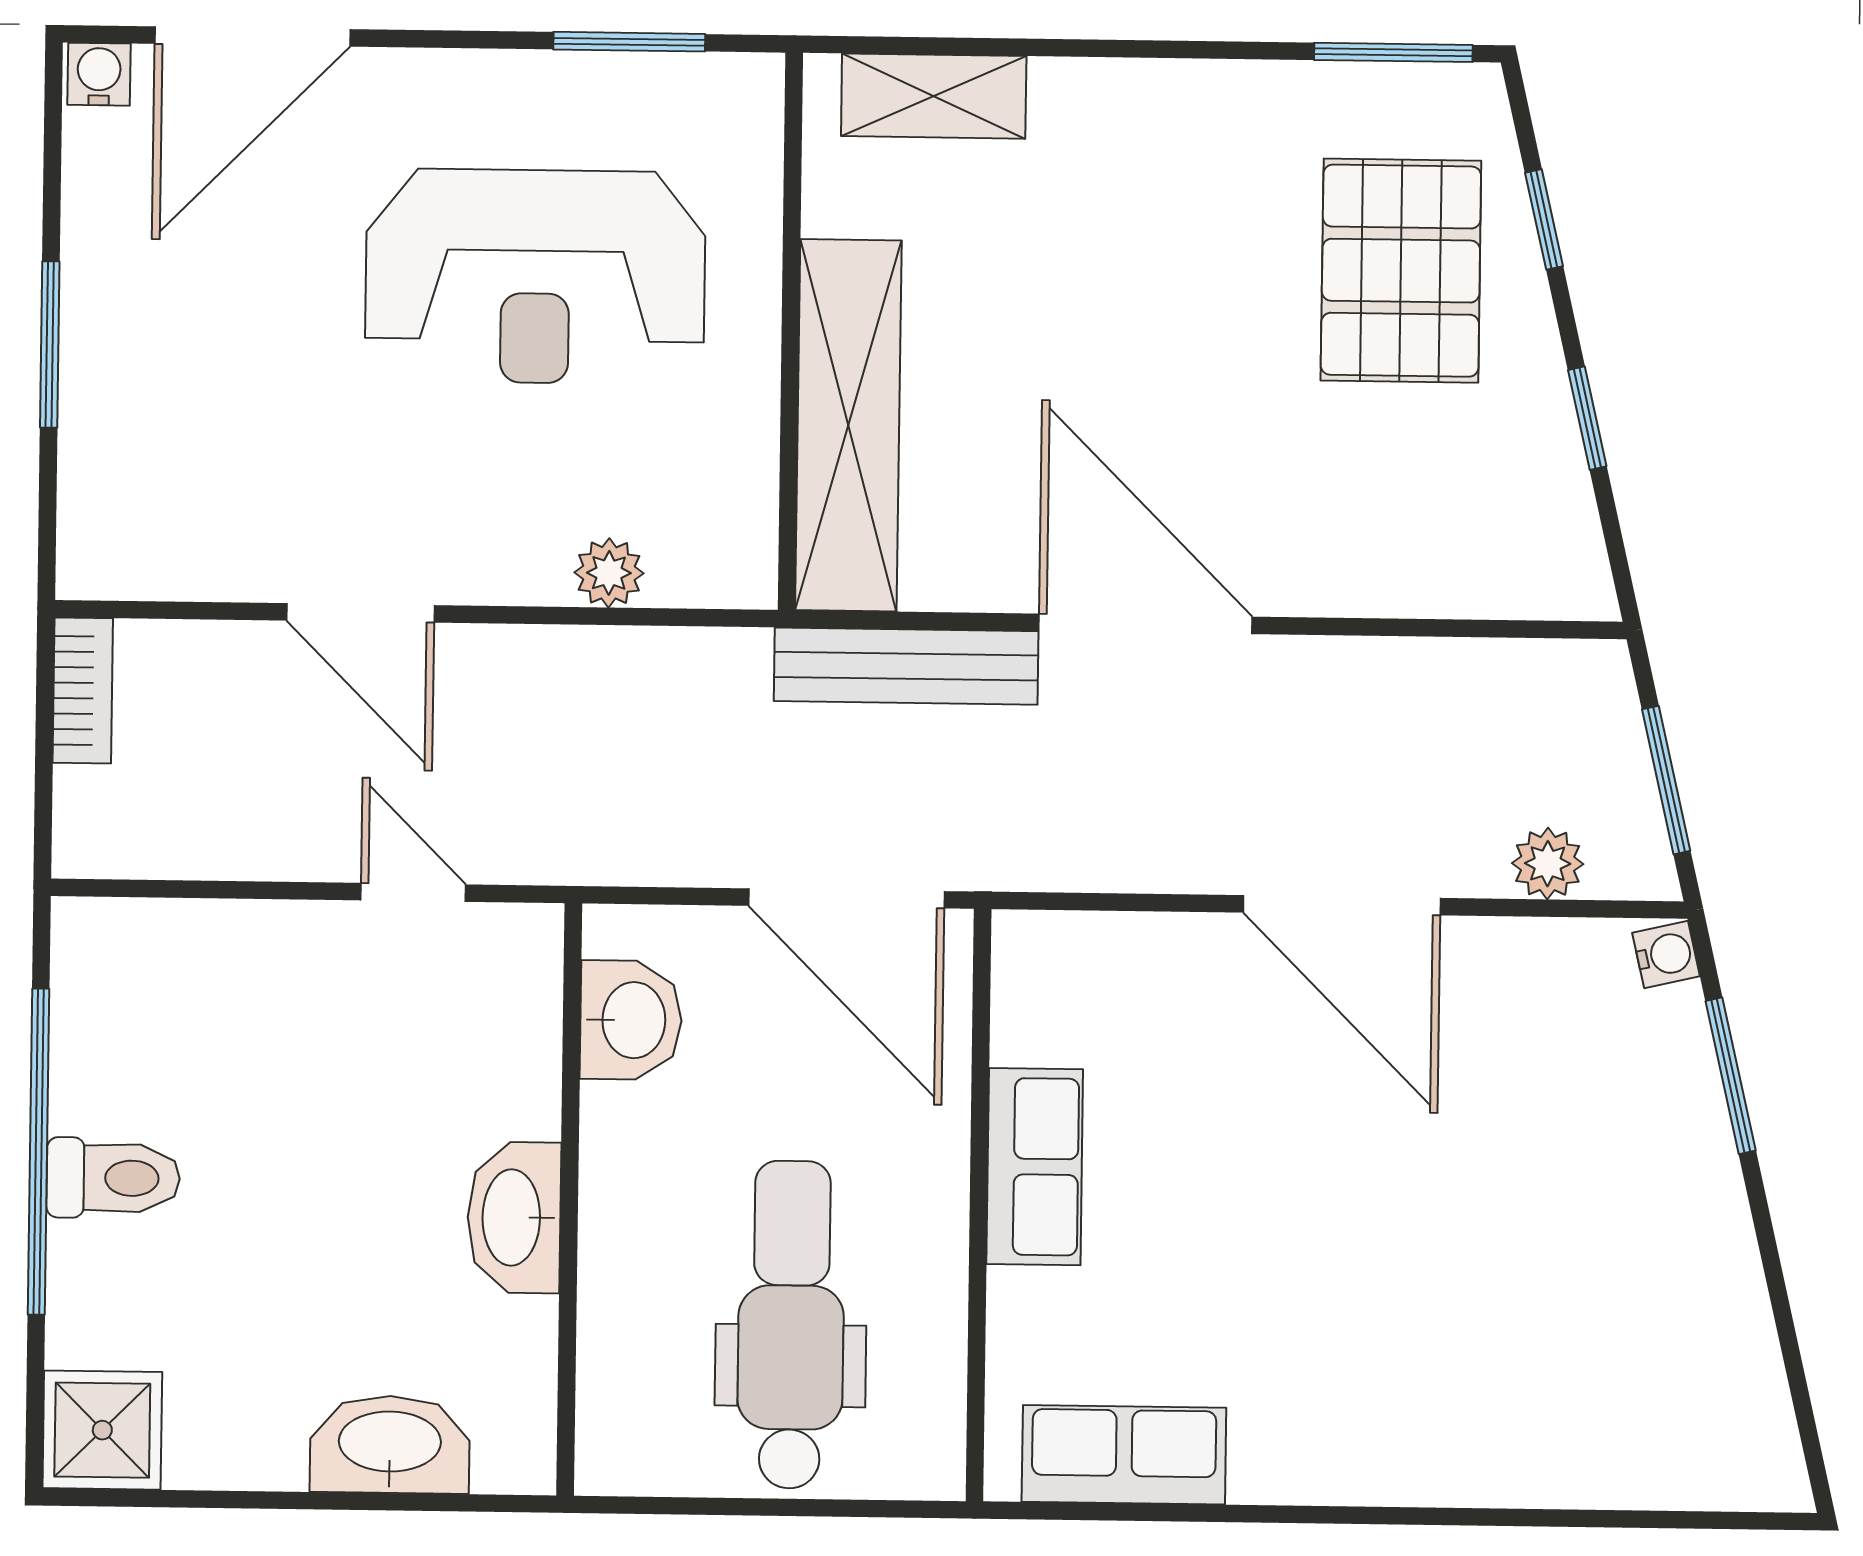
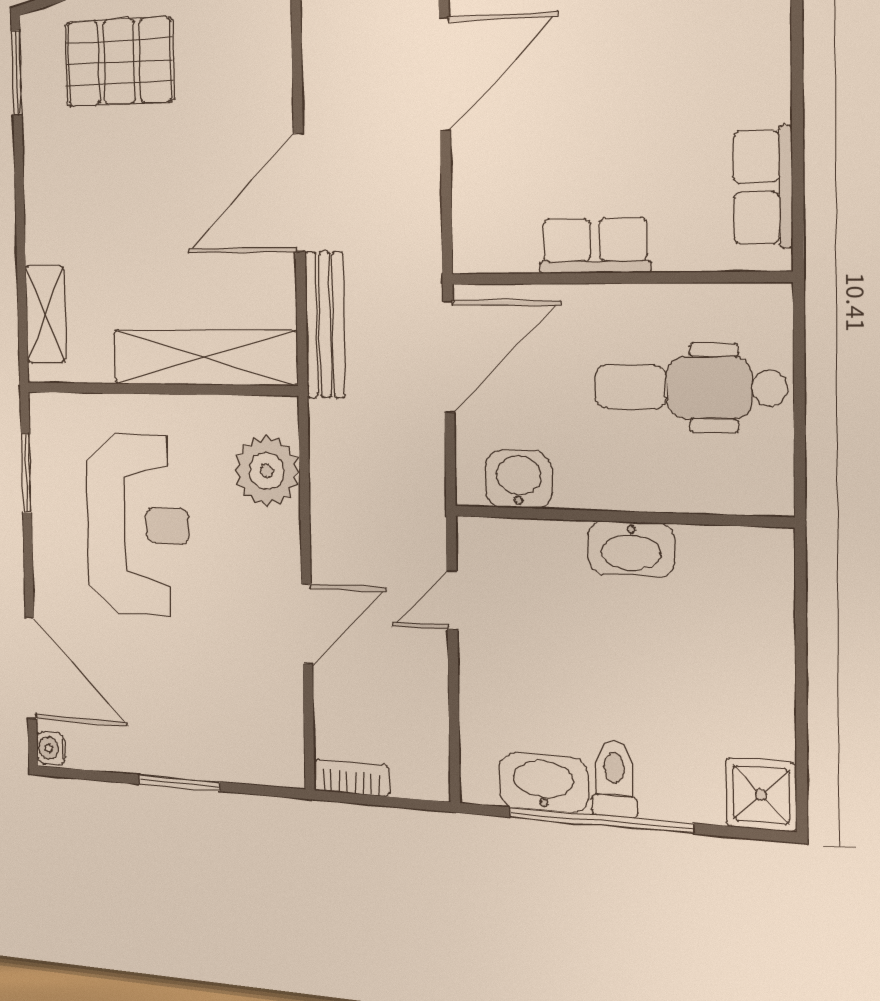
plant: (609, 573) -> (267, 471), width x1.88, depth x1.88
washbasin: (390, 1444) -> (543, 783), moved, turned 90

